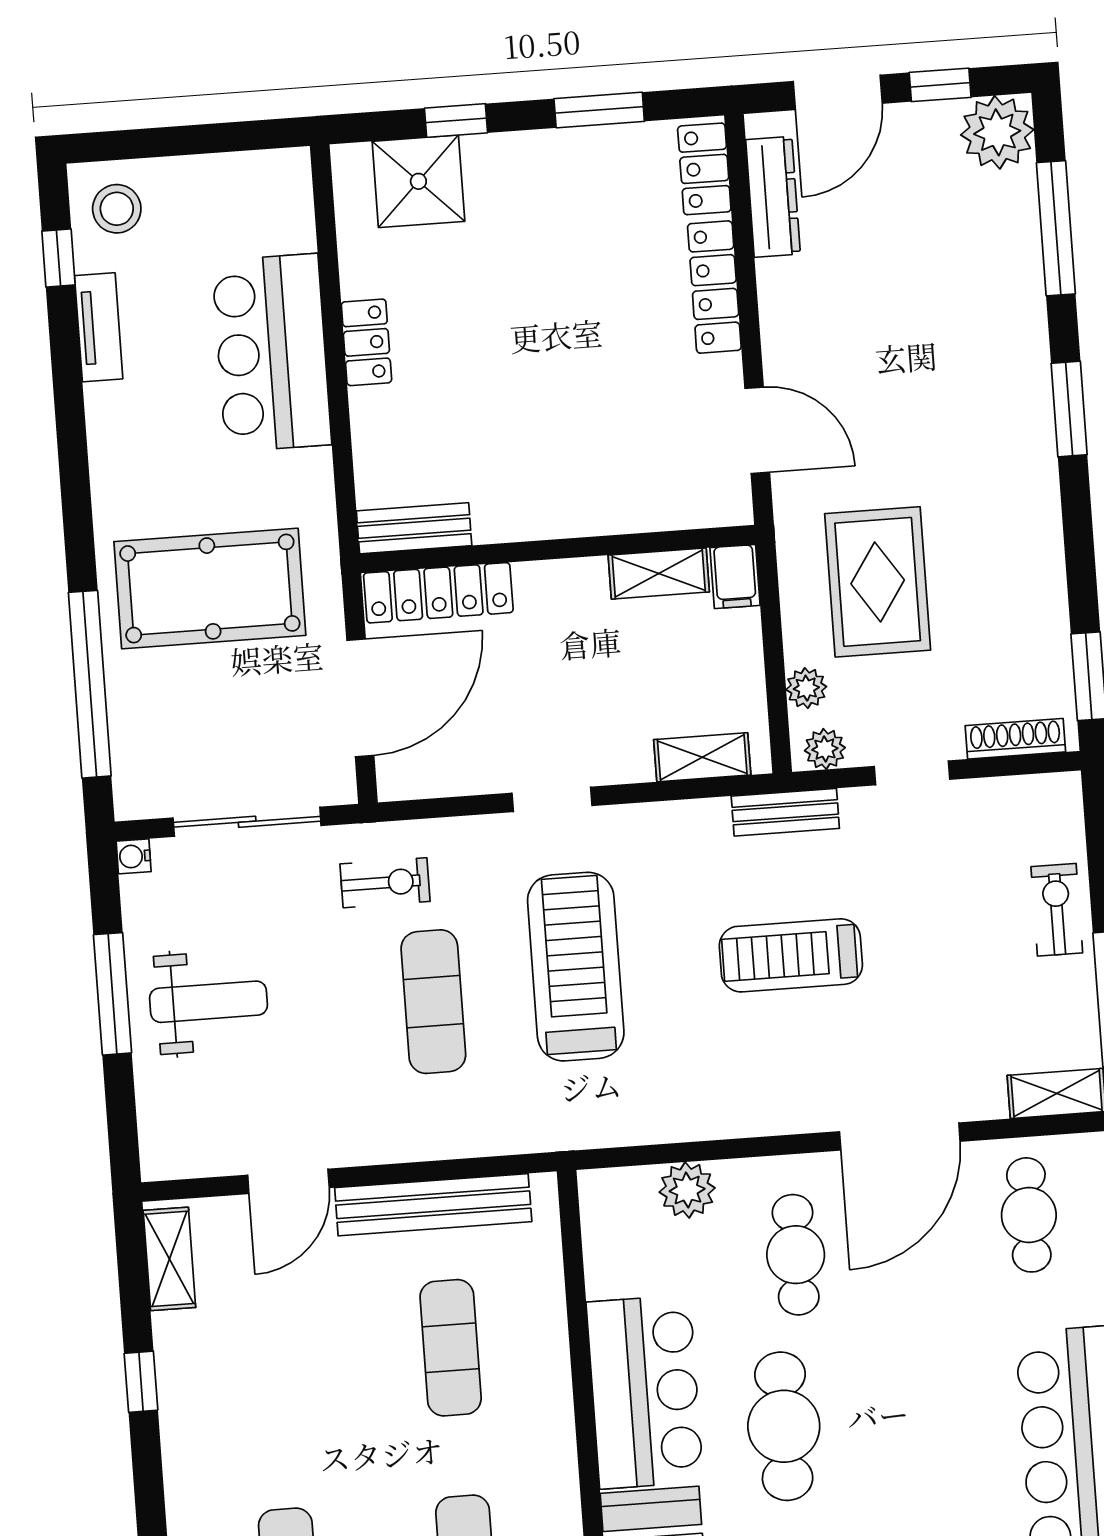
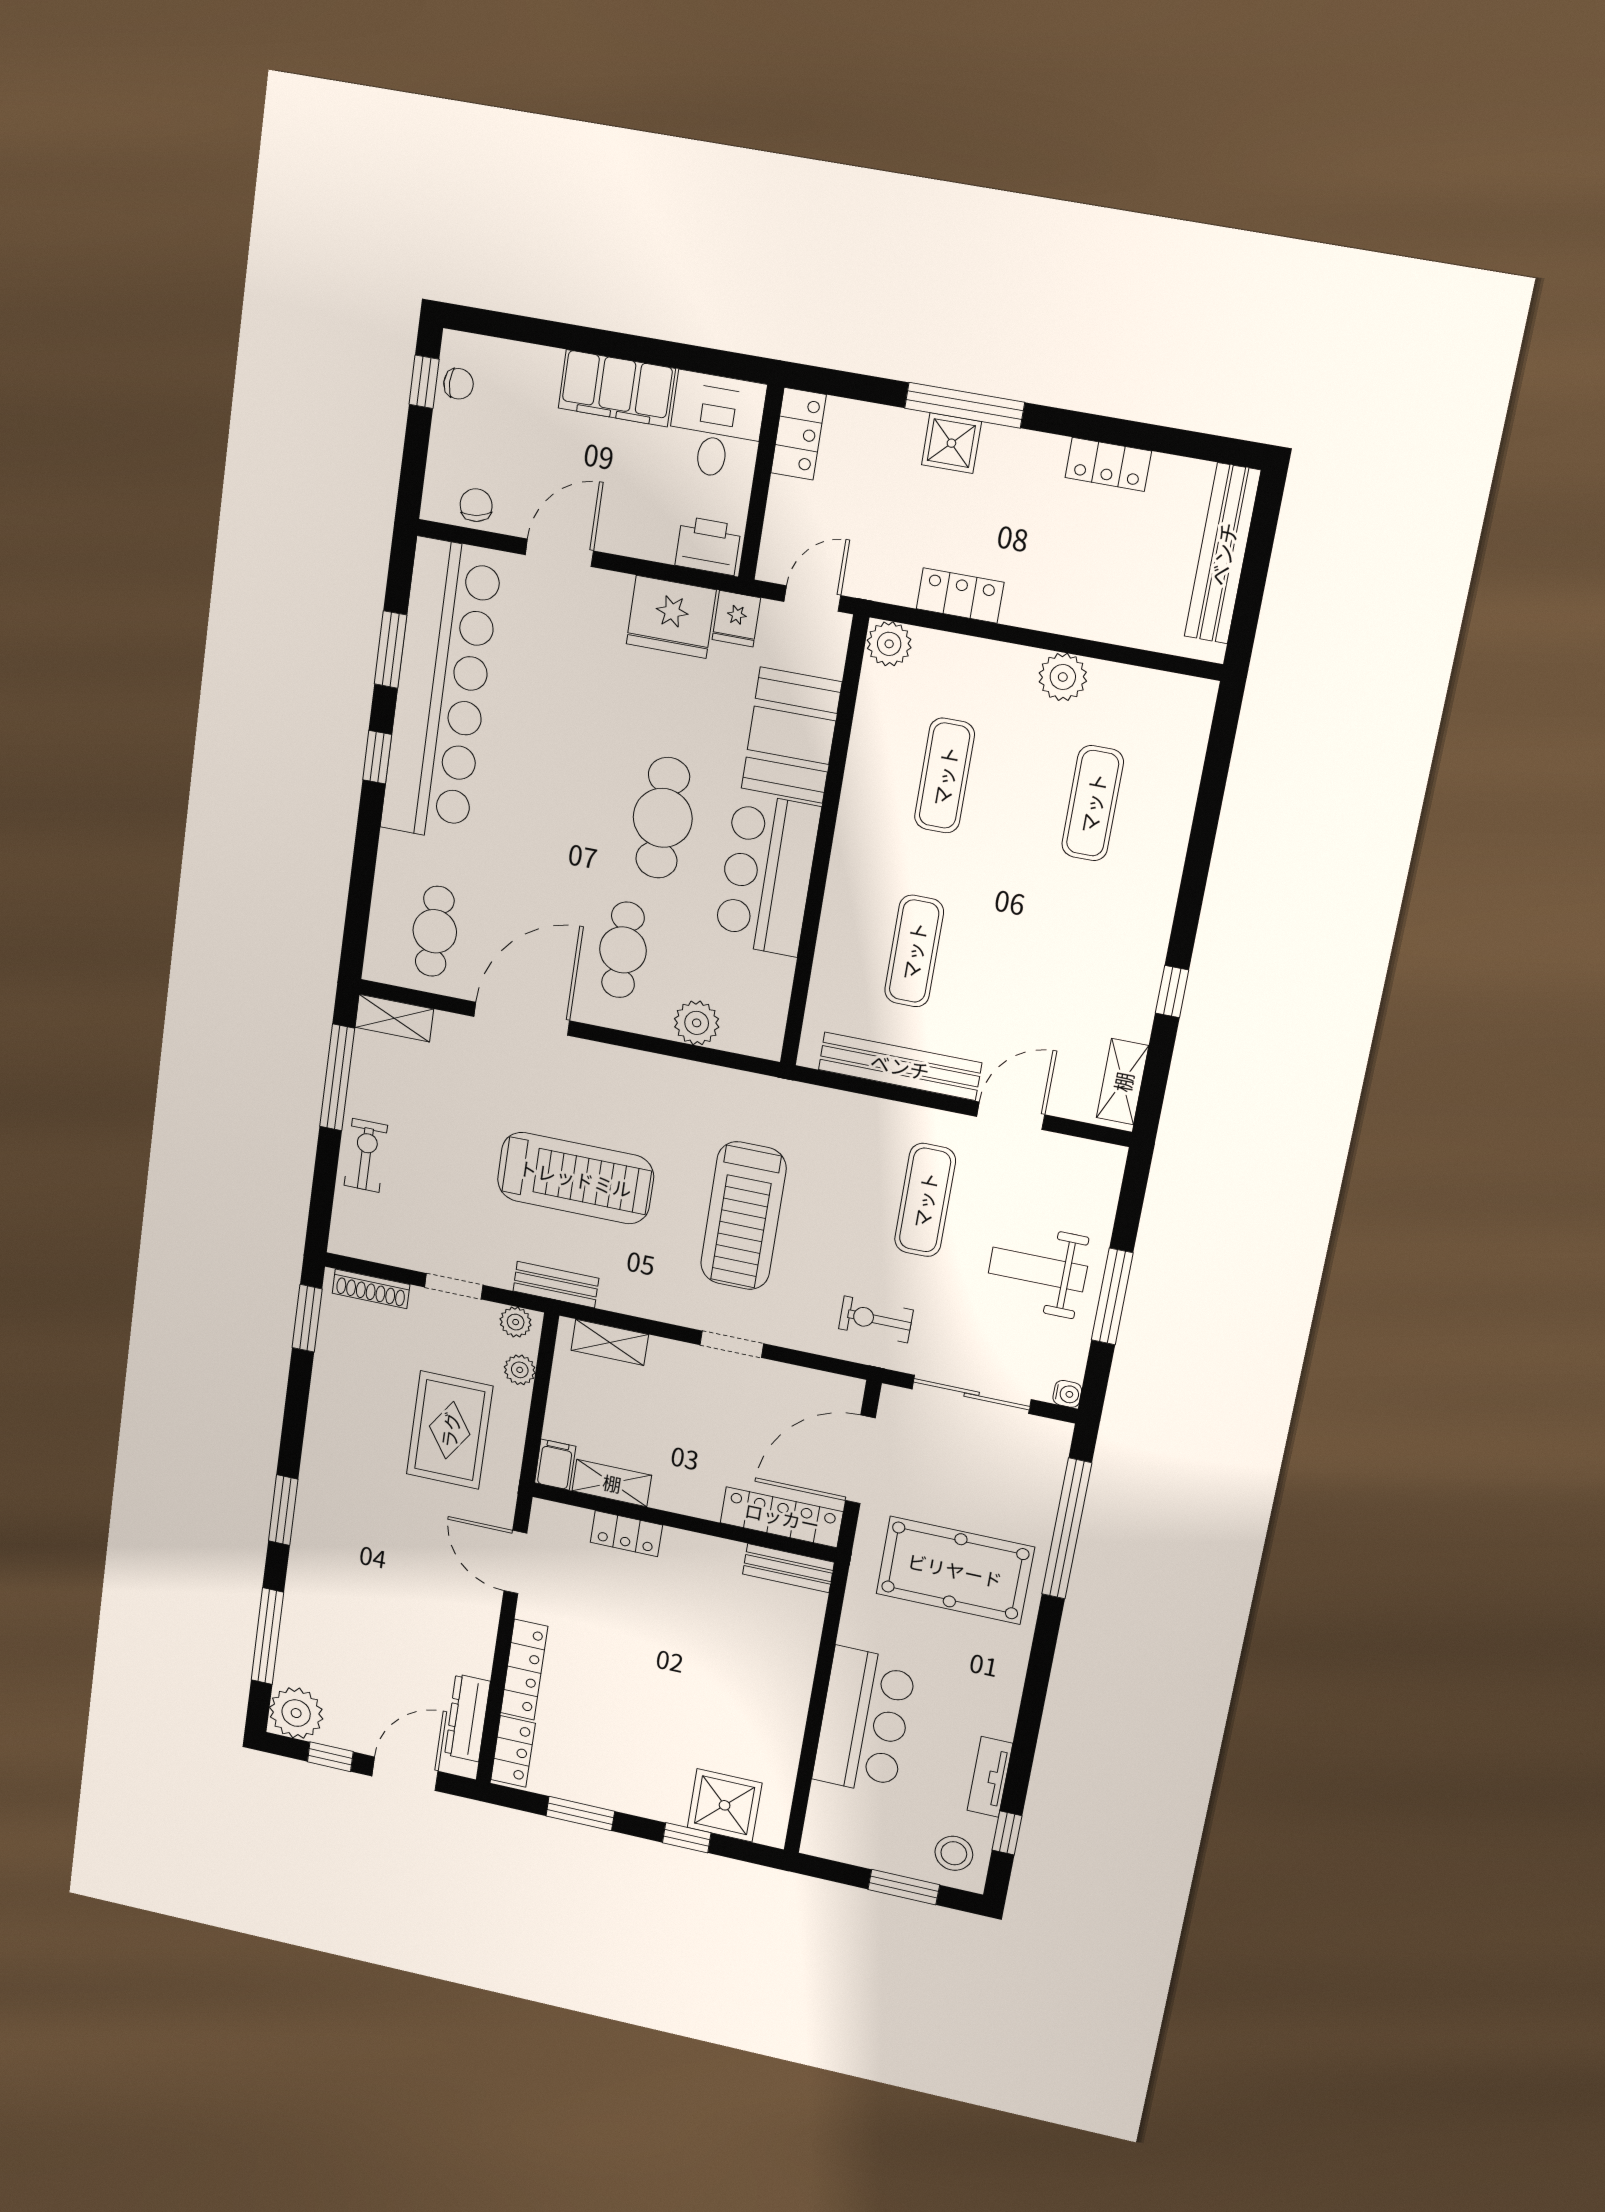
window: (167, 142) -> (904, 1887), added
locker: (366, 342) -> (626, 1534), moved, turned -90
exercise bike: (1057, 910) -> (366, 1155), turned 180
treadmill: (791, 955) -> (575, 1178), width x1.37, depth x1.38
exercise mat: (433, 1002) -> (925, 1200), moved

